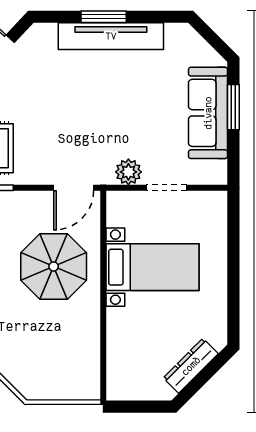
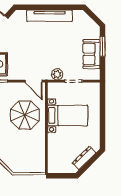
window: (104, 17) -> (46, 7), removed
sofa: (208, 113) -> (92, 54), width x0.73
door: (74, 188) -> (34, 81), hinge flipped

